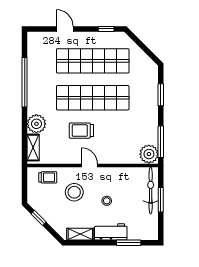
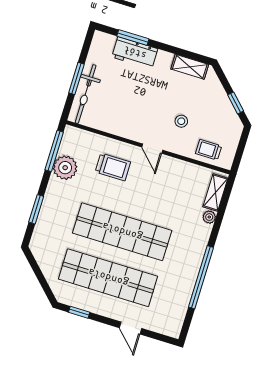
plant: (36, 124) -> (209, 217), width x0.53, depth x0.53
trolley: (81, 131) -> (113, 167), moved
plant: (149, 154) -> (65, 168), moved
stool: (74, 192) -> (181, 121), width x0.53, depth x0.53
stool: (107, 201) -> (144, 98), removed
workbench: (111, 232) -> (135, 53), moved

